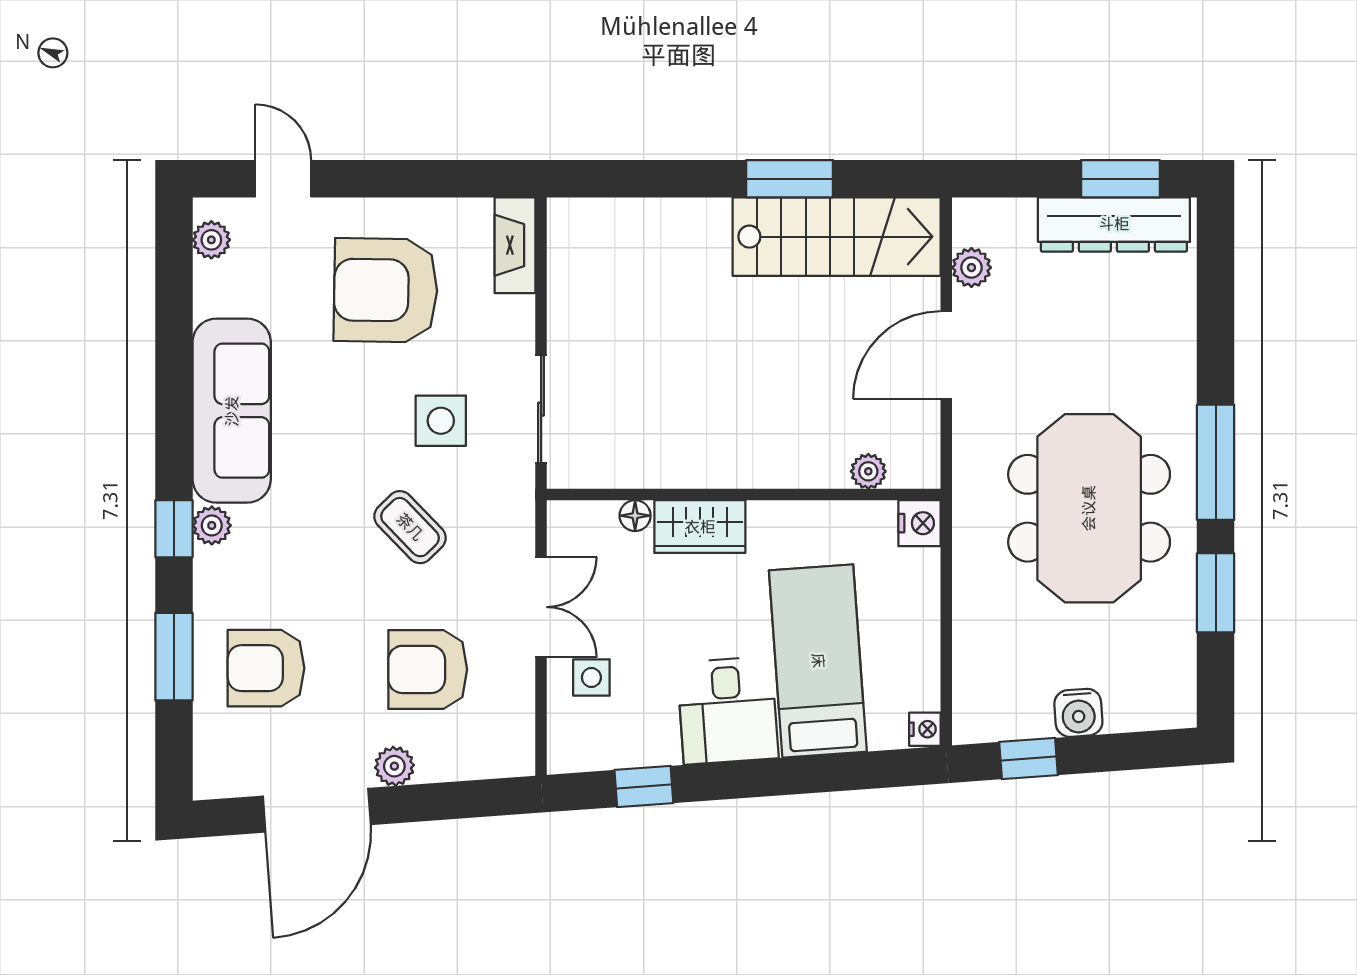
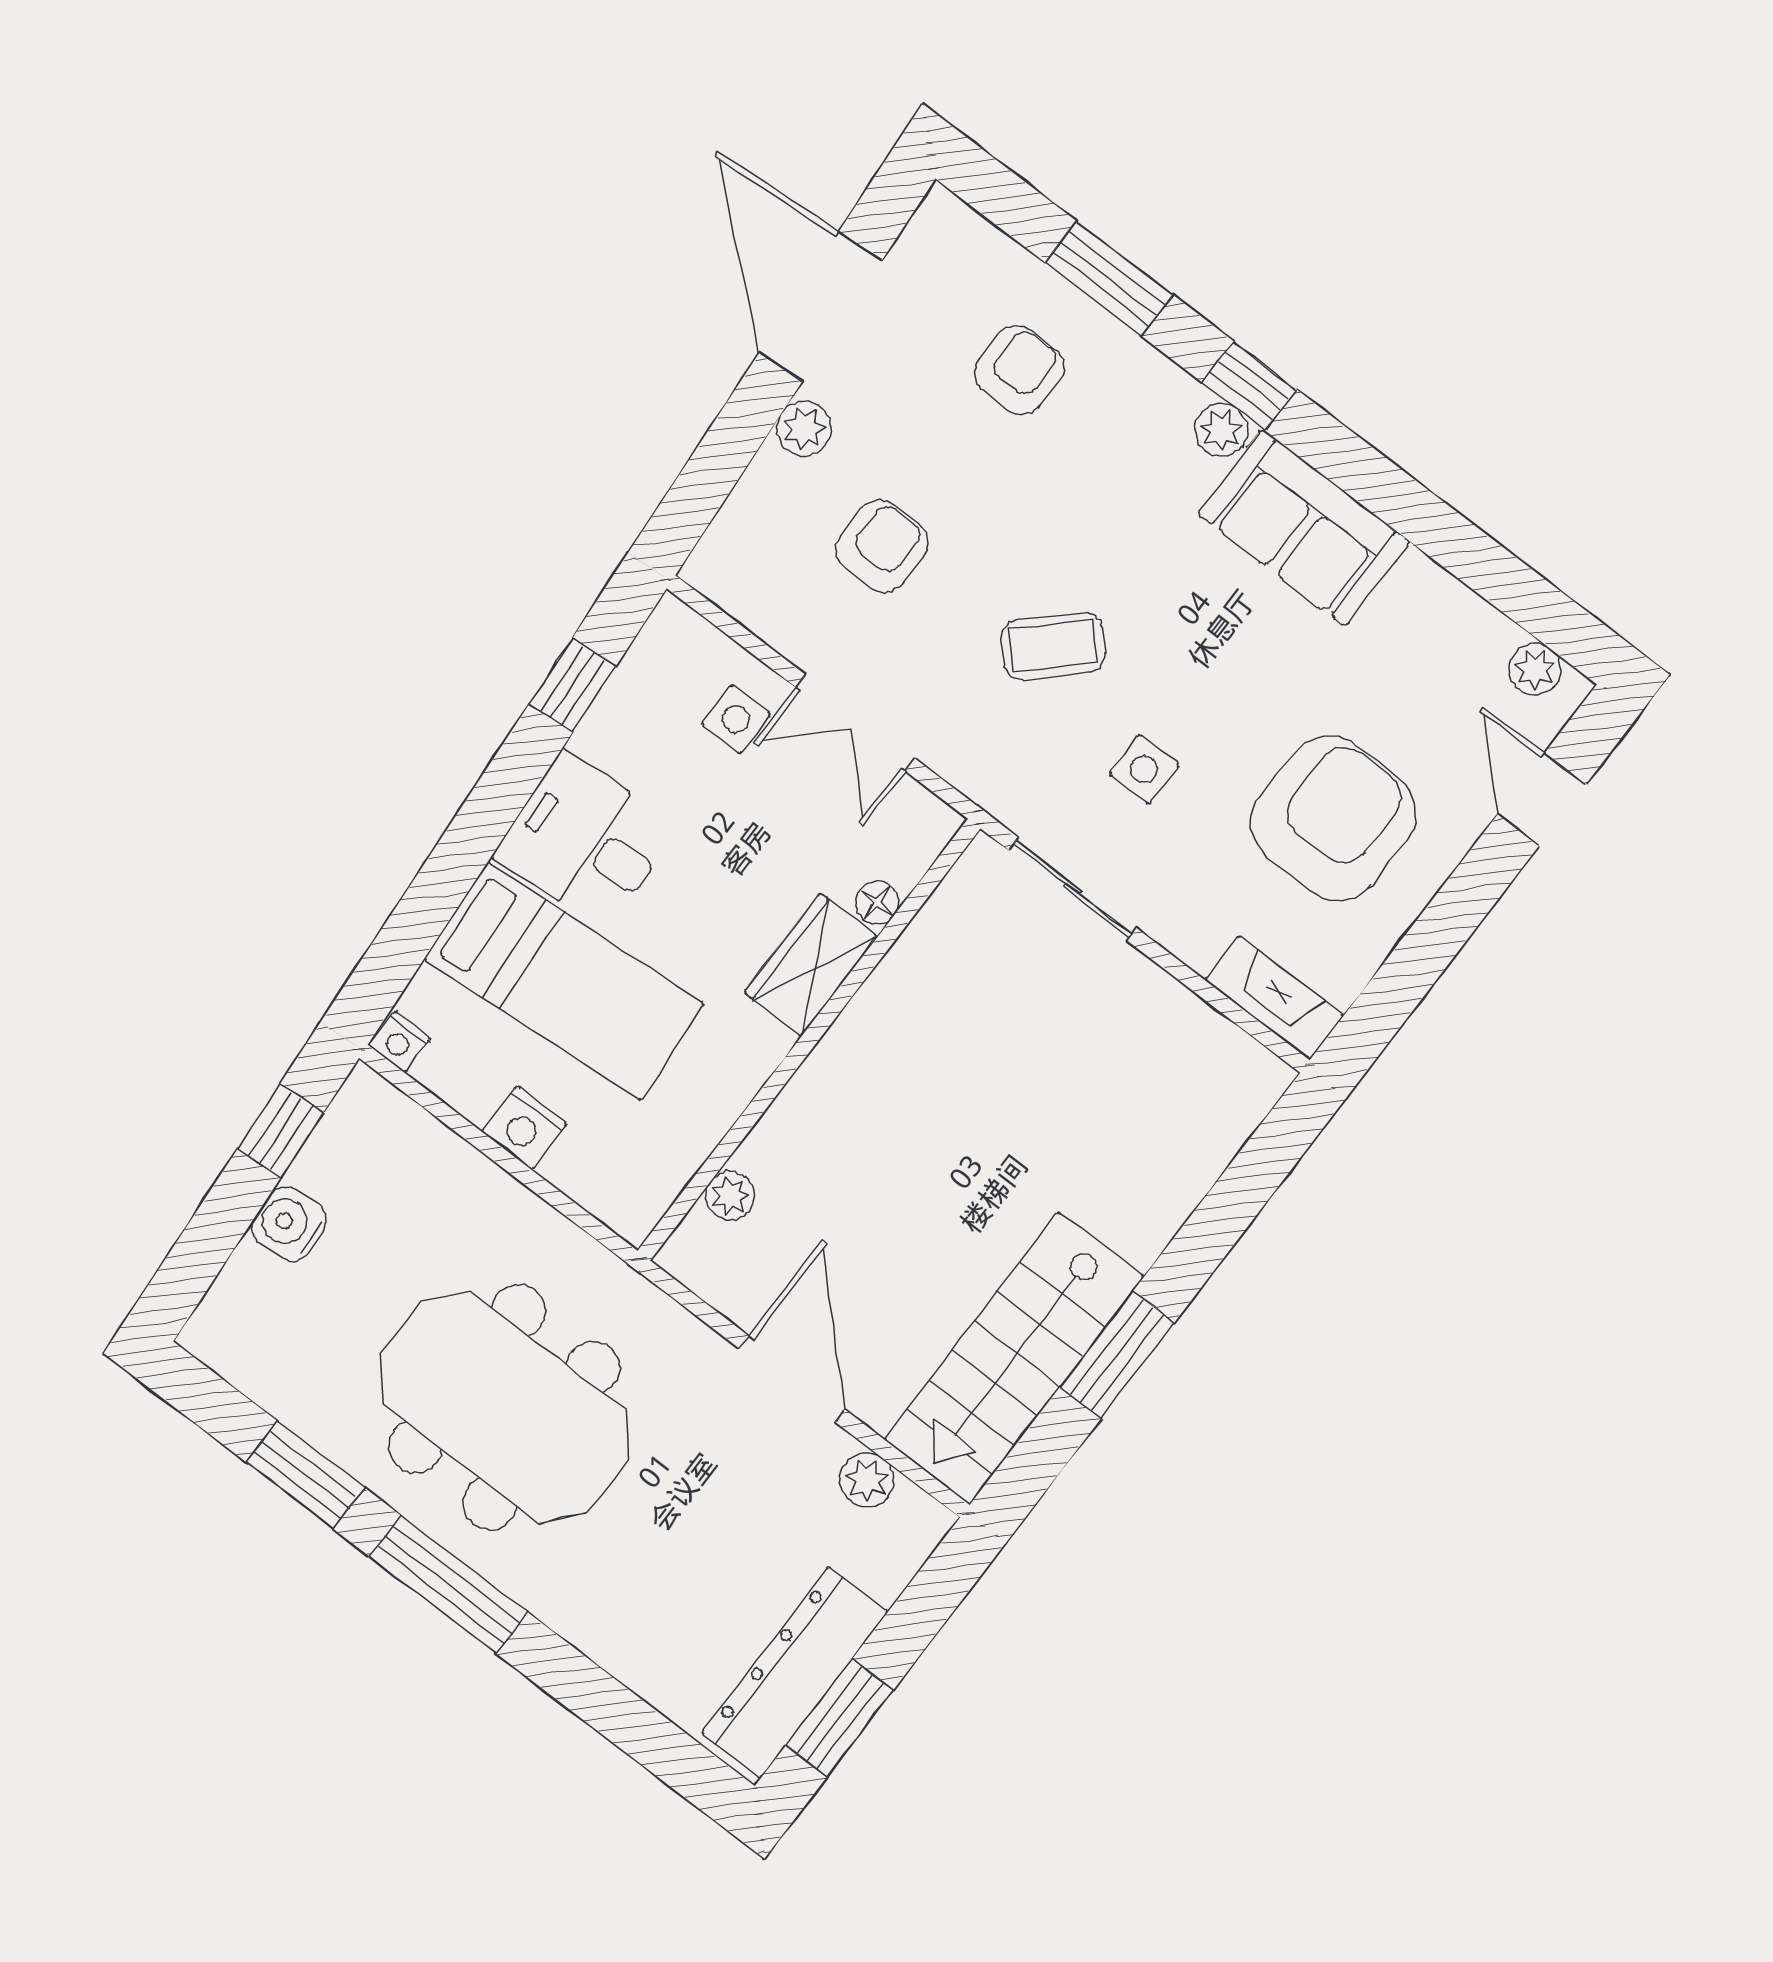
door: (283, 179) -> (1542, 799), swing flipped
sofa: (232, 411) -> (1304, 528), width x0.73
side table: (441, 421) -> (1144, 769), width x0.73, depth x0.73
nightstand: (920, 523) -> (524, 1128), moved
armchair: (266, 668) -> (1019, 370), width x0.72, depth x0.72
armchair: (428, 669) -> (882, 546), width x0.72, depth x0.72

